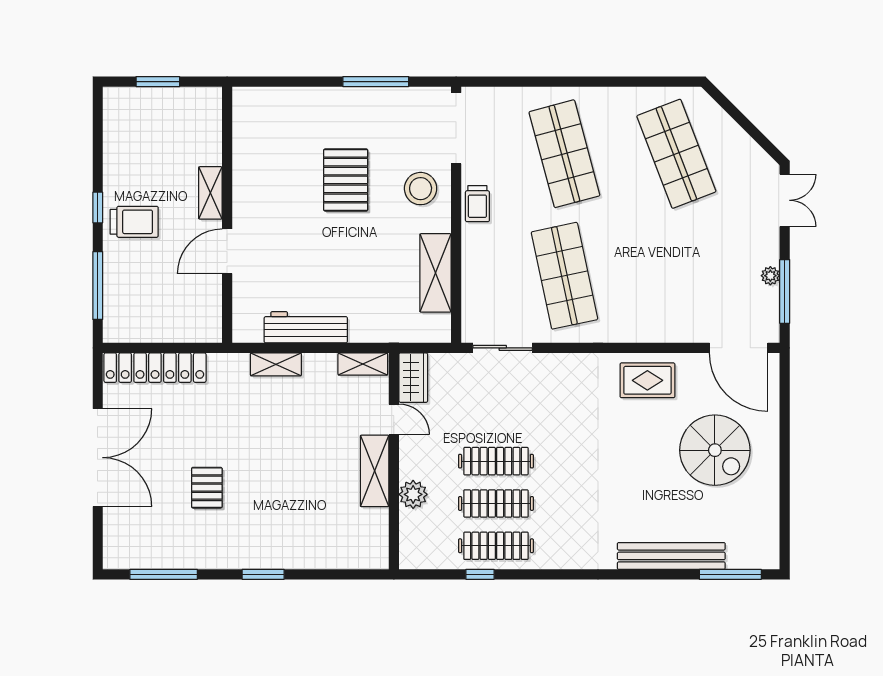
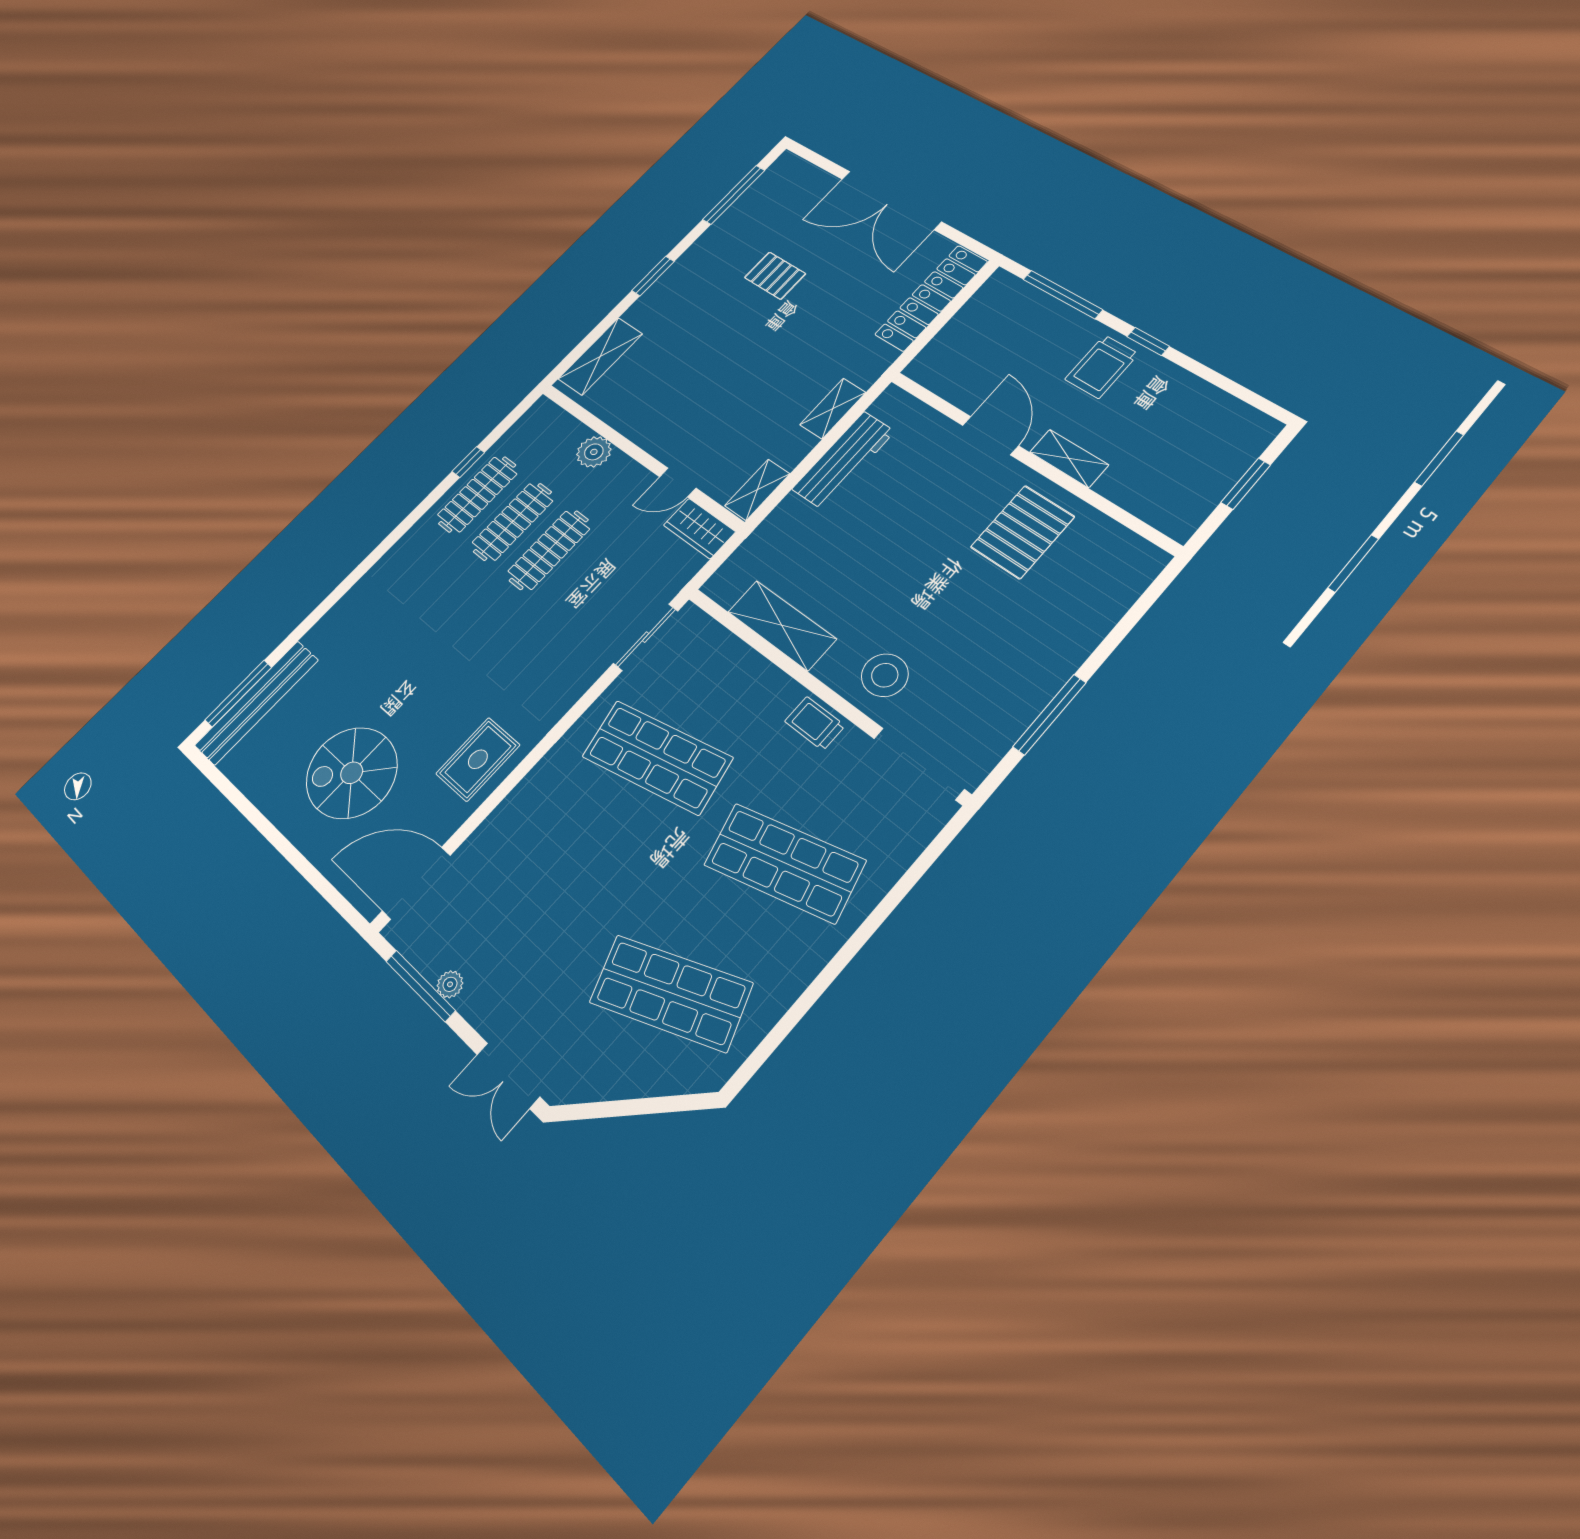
pallet: (346, 180) -> (1022, 532), moved, turned 90
shelving: (375, 471) -> (600, 356), moved, turned 90
bench: (671, 556) -> (257, 702), moved

